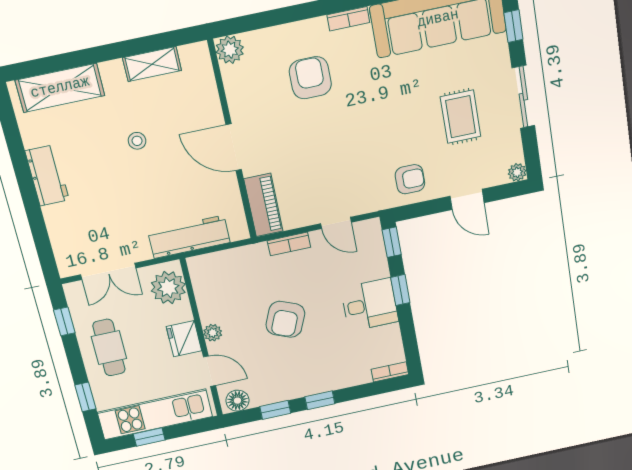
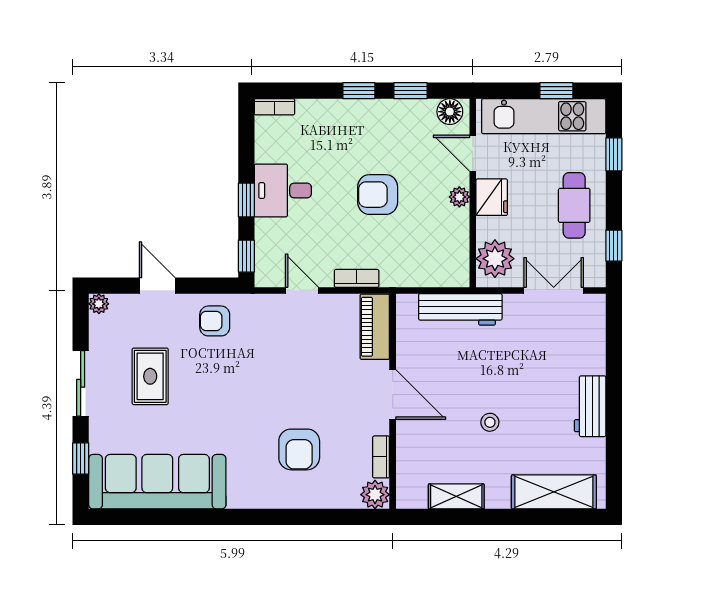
bookcase: (348, 19) -> (381, 457), moved, turned -90
armchair: (285, 319) -> (378, 195), turned -113

